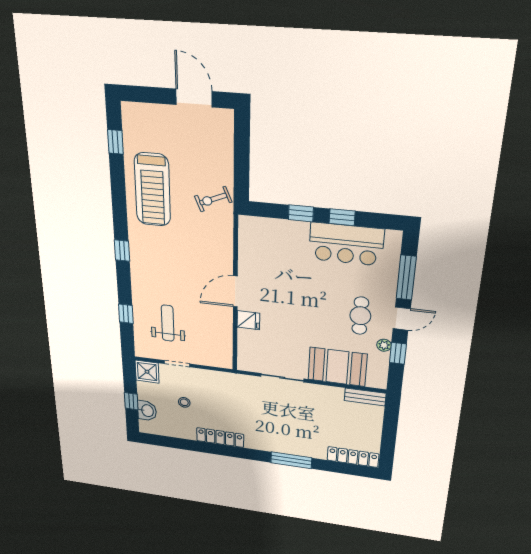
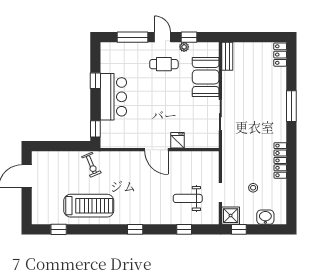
window: (301, 213) -> (95, 129), moved
bar counter: (346, 244) -> (113, 97), moved
window: (131, 401) -> (239, 229), moved
locker: (353, 457) -> (280, 55), width x0.66

